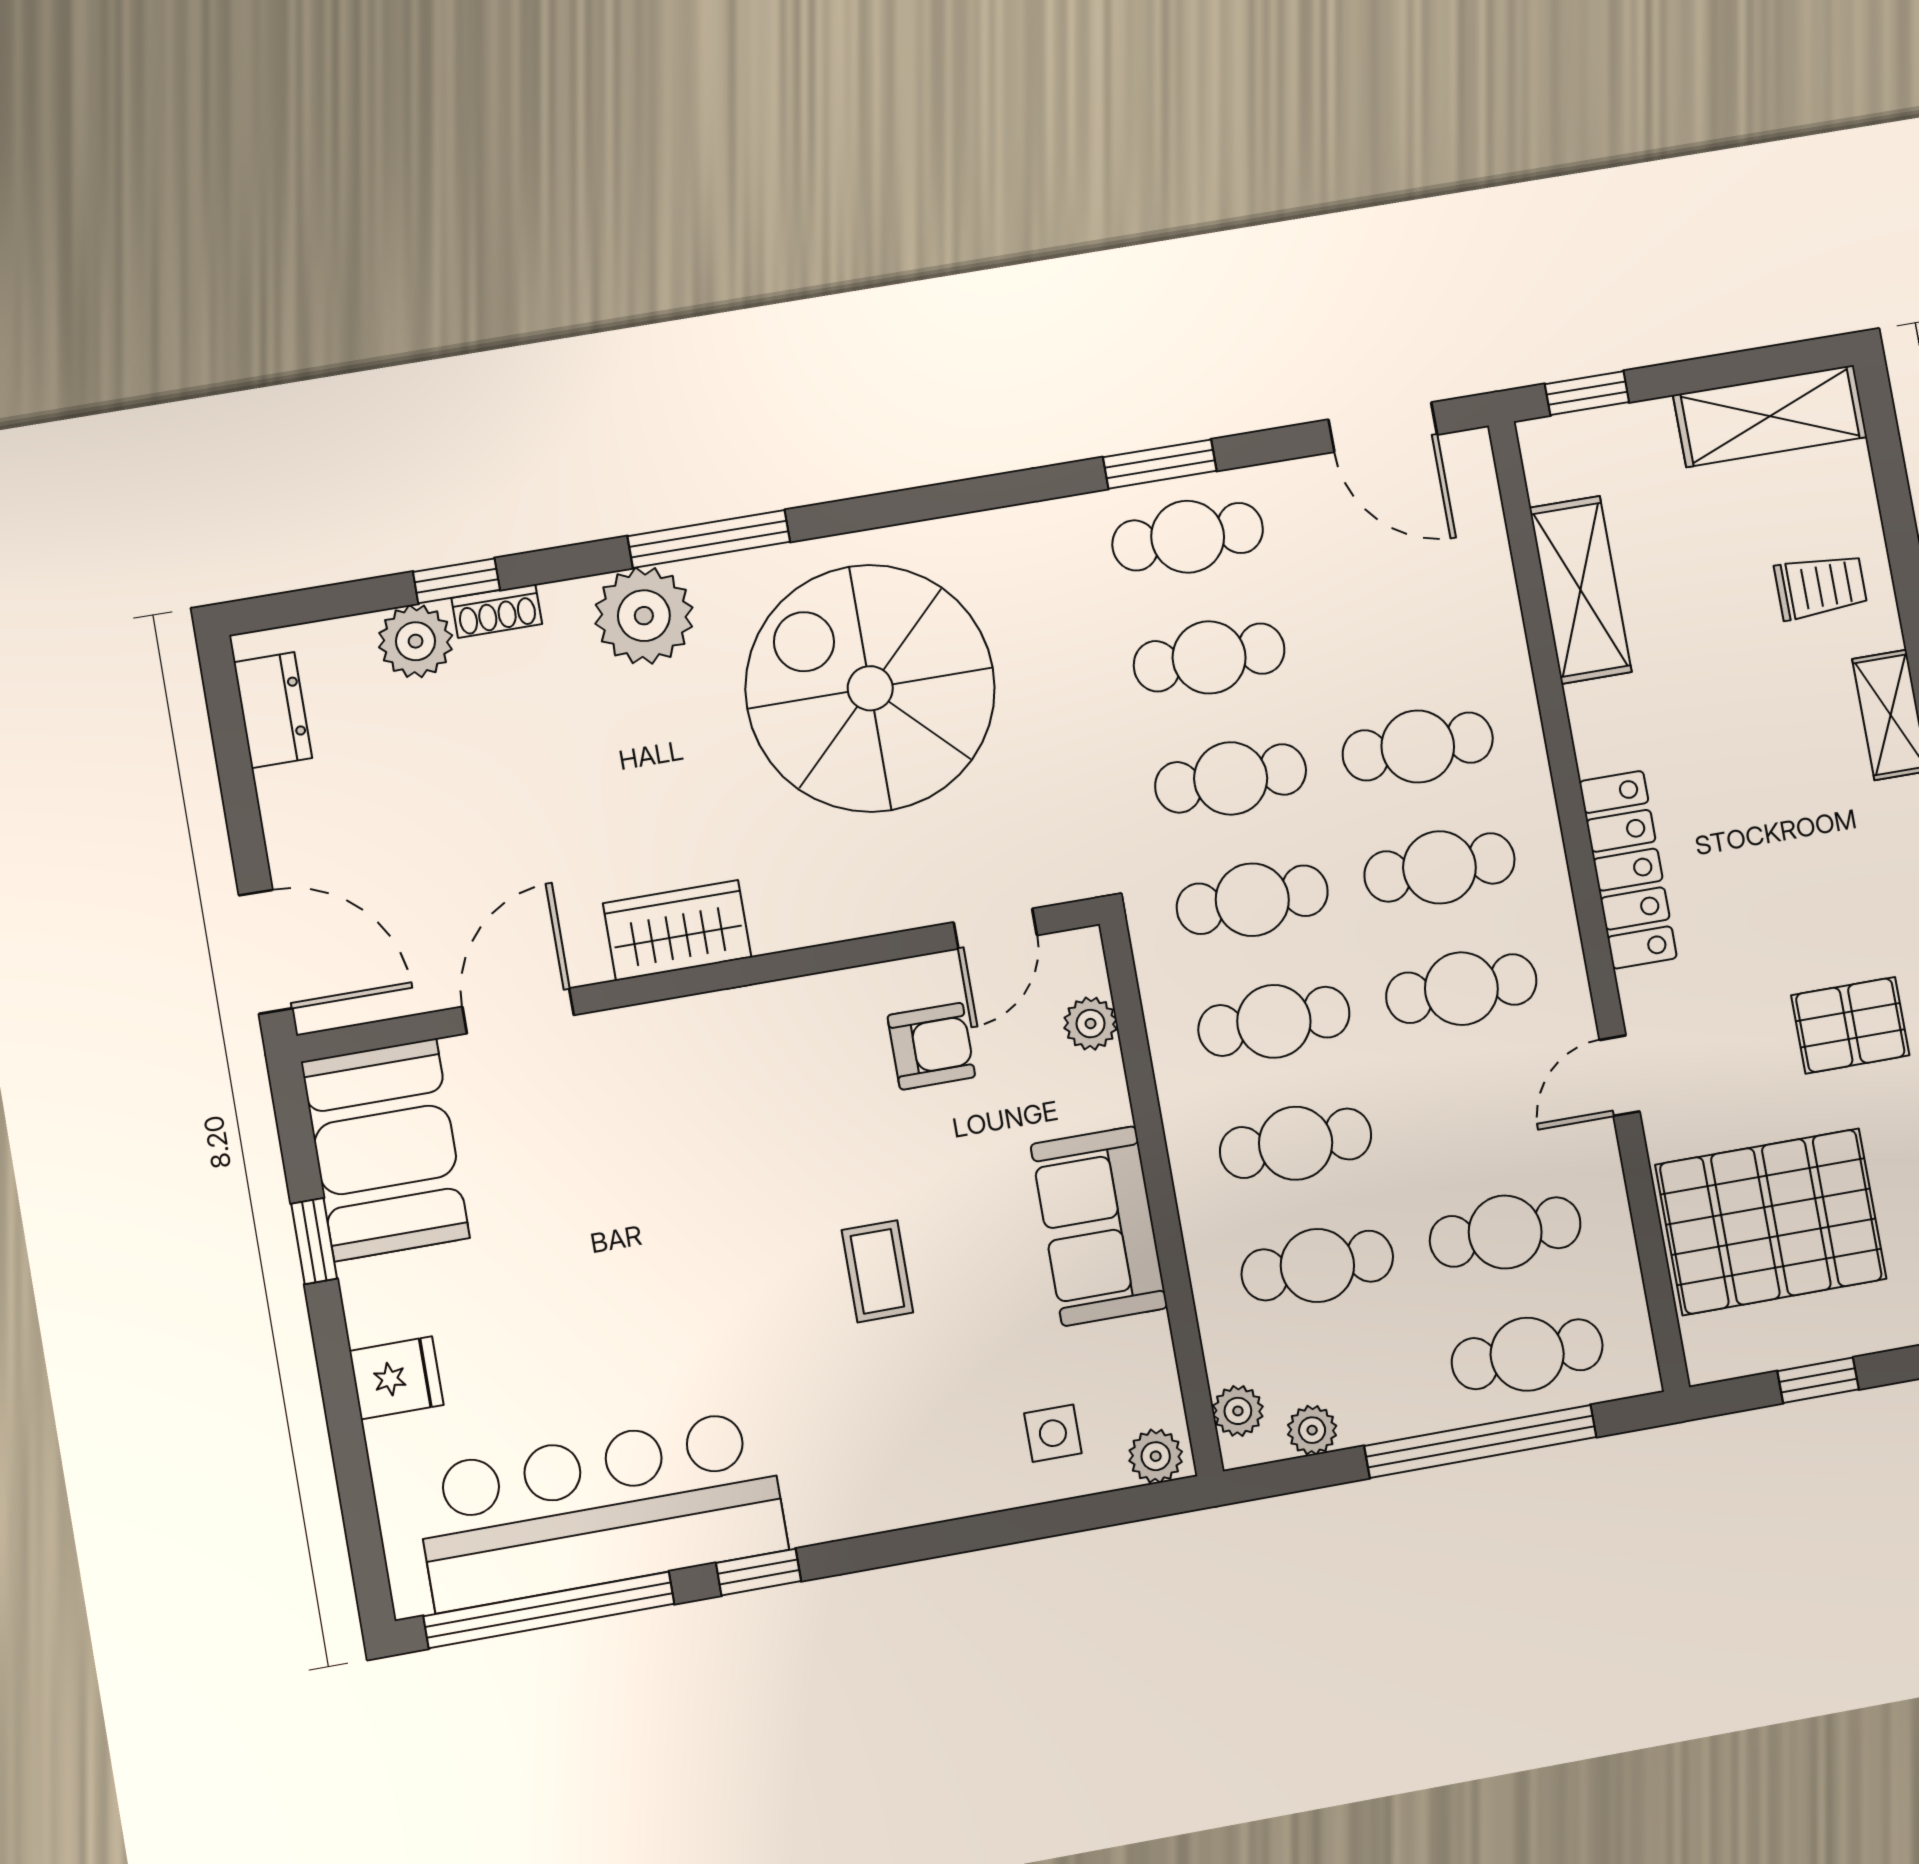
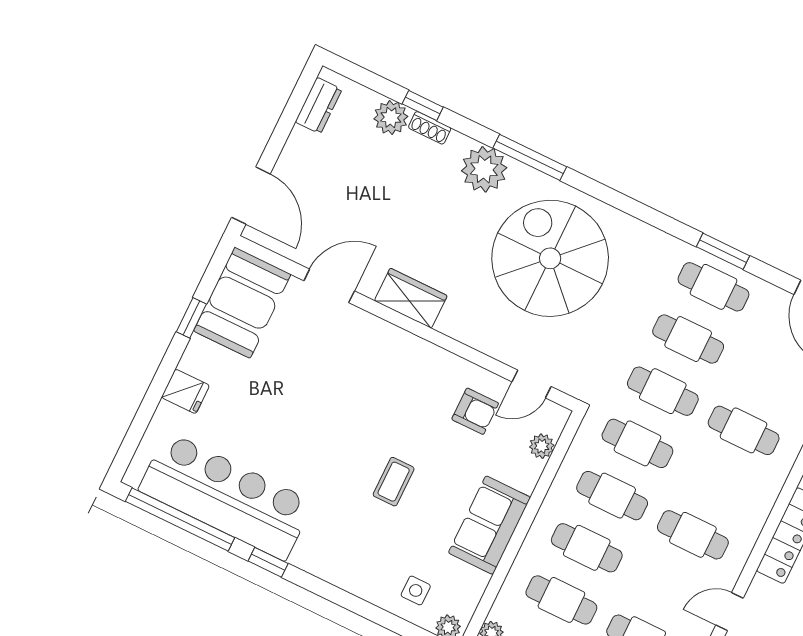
cafe table: (1440, 867) -> (718, 483), removed

